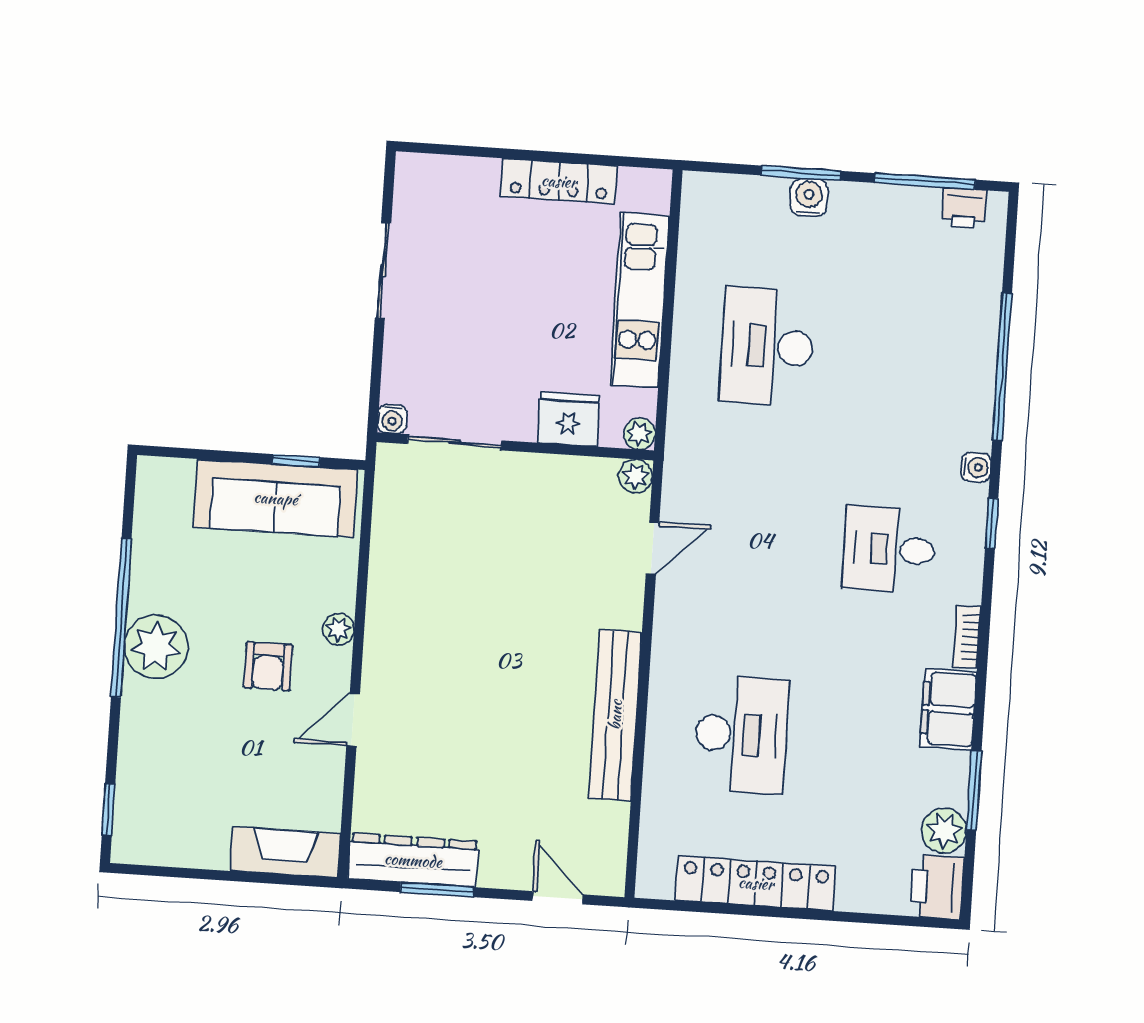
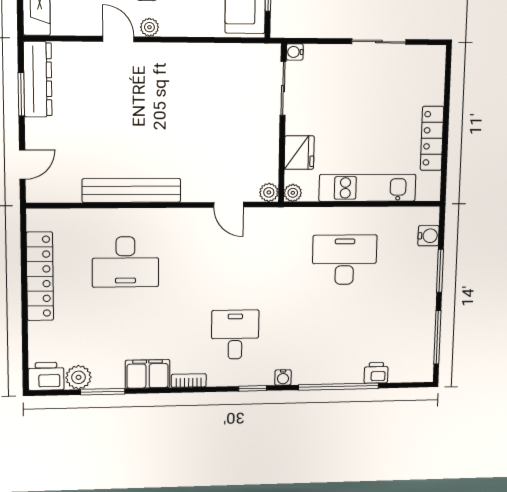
water cooler: (809, 197) -> (429, 236), moved
printer: (964, 208) -> (376, 373), moved, turned 90
plant: (338, 629) -> (149, 27), moved

